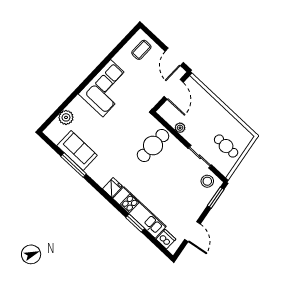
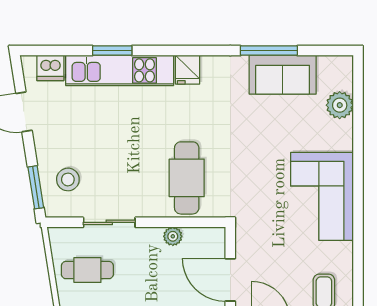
stool: (207, 181) -> (68, 179), moved

